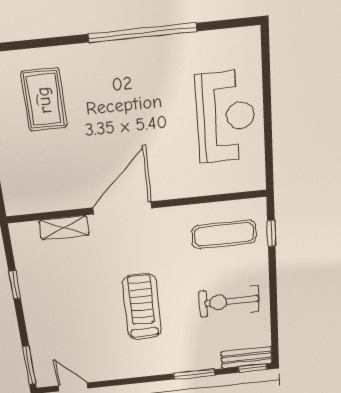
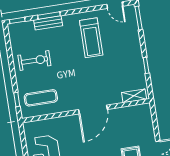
shelving: (64, 228) -> (134, 96), moved
treadmill: (142, 307) -> (91, 38), moved
bench: (247, 358) -> (48, 23), moved

